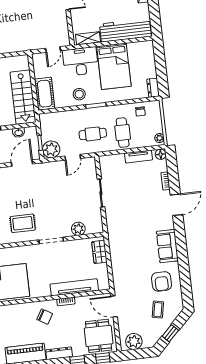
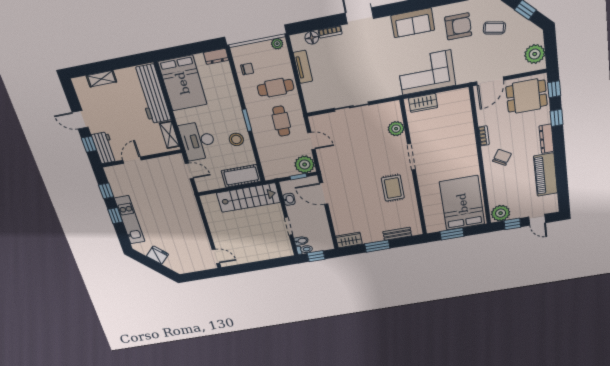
bed: (114, 66) -> (182, 83), moved, turned 90
floor lamp: (161, 154) -> (312, 38), moved
corner sofa: (125, 256) -> (426, 73), added
tv unit: (74, 287) -> (467, 128), removed

